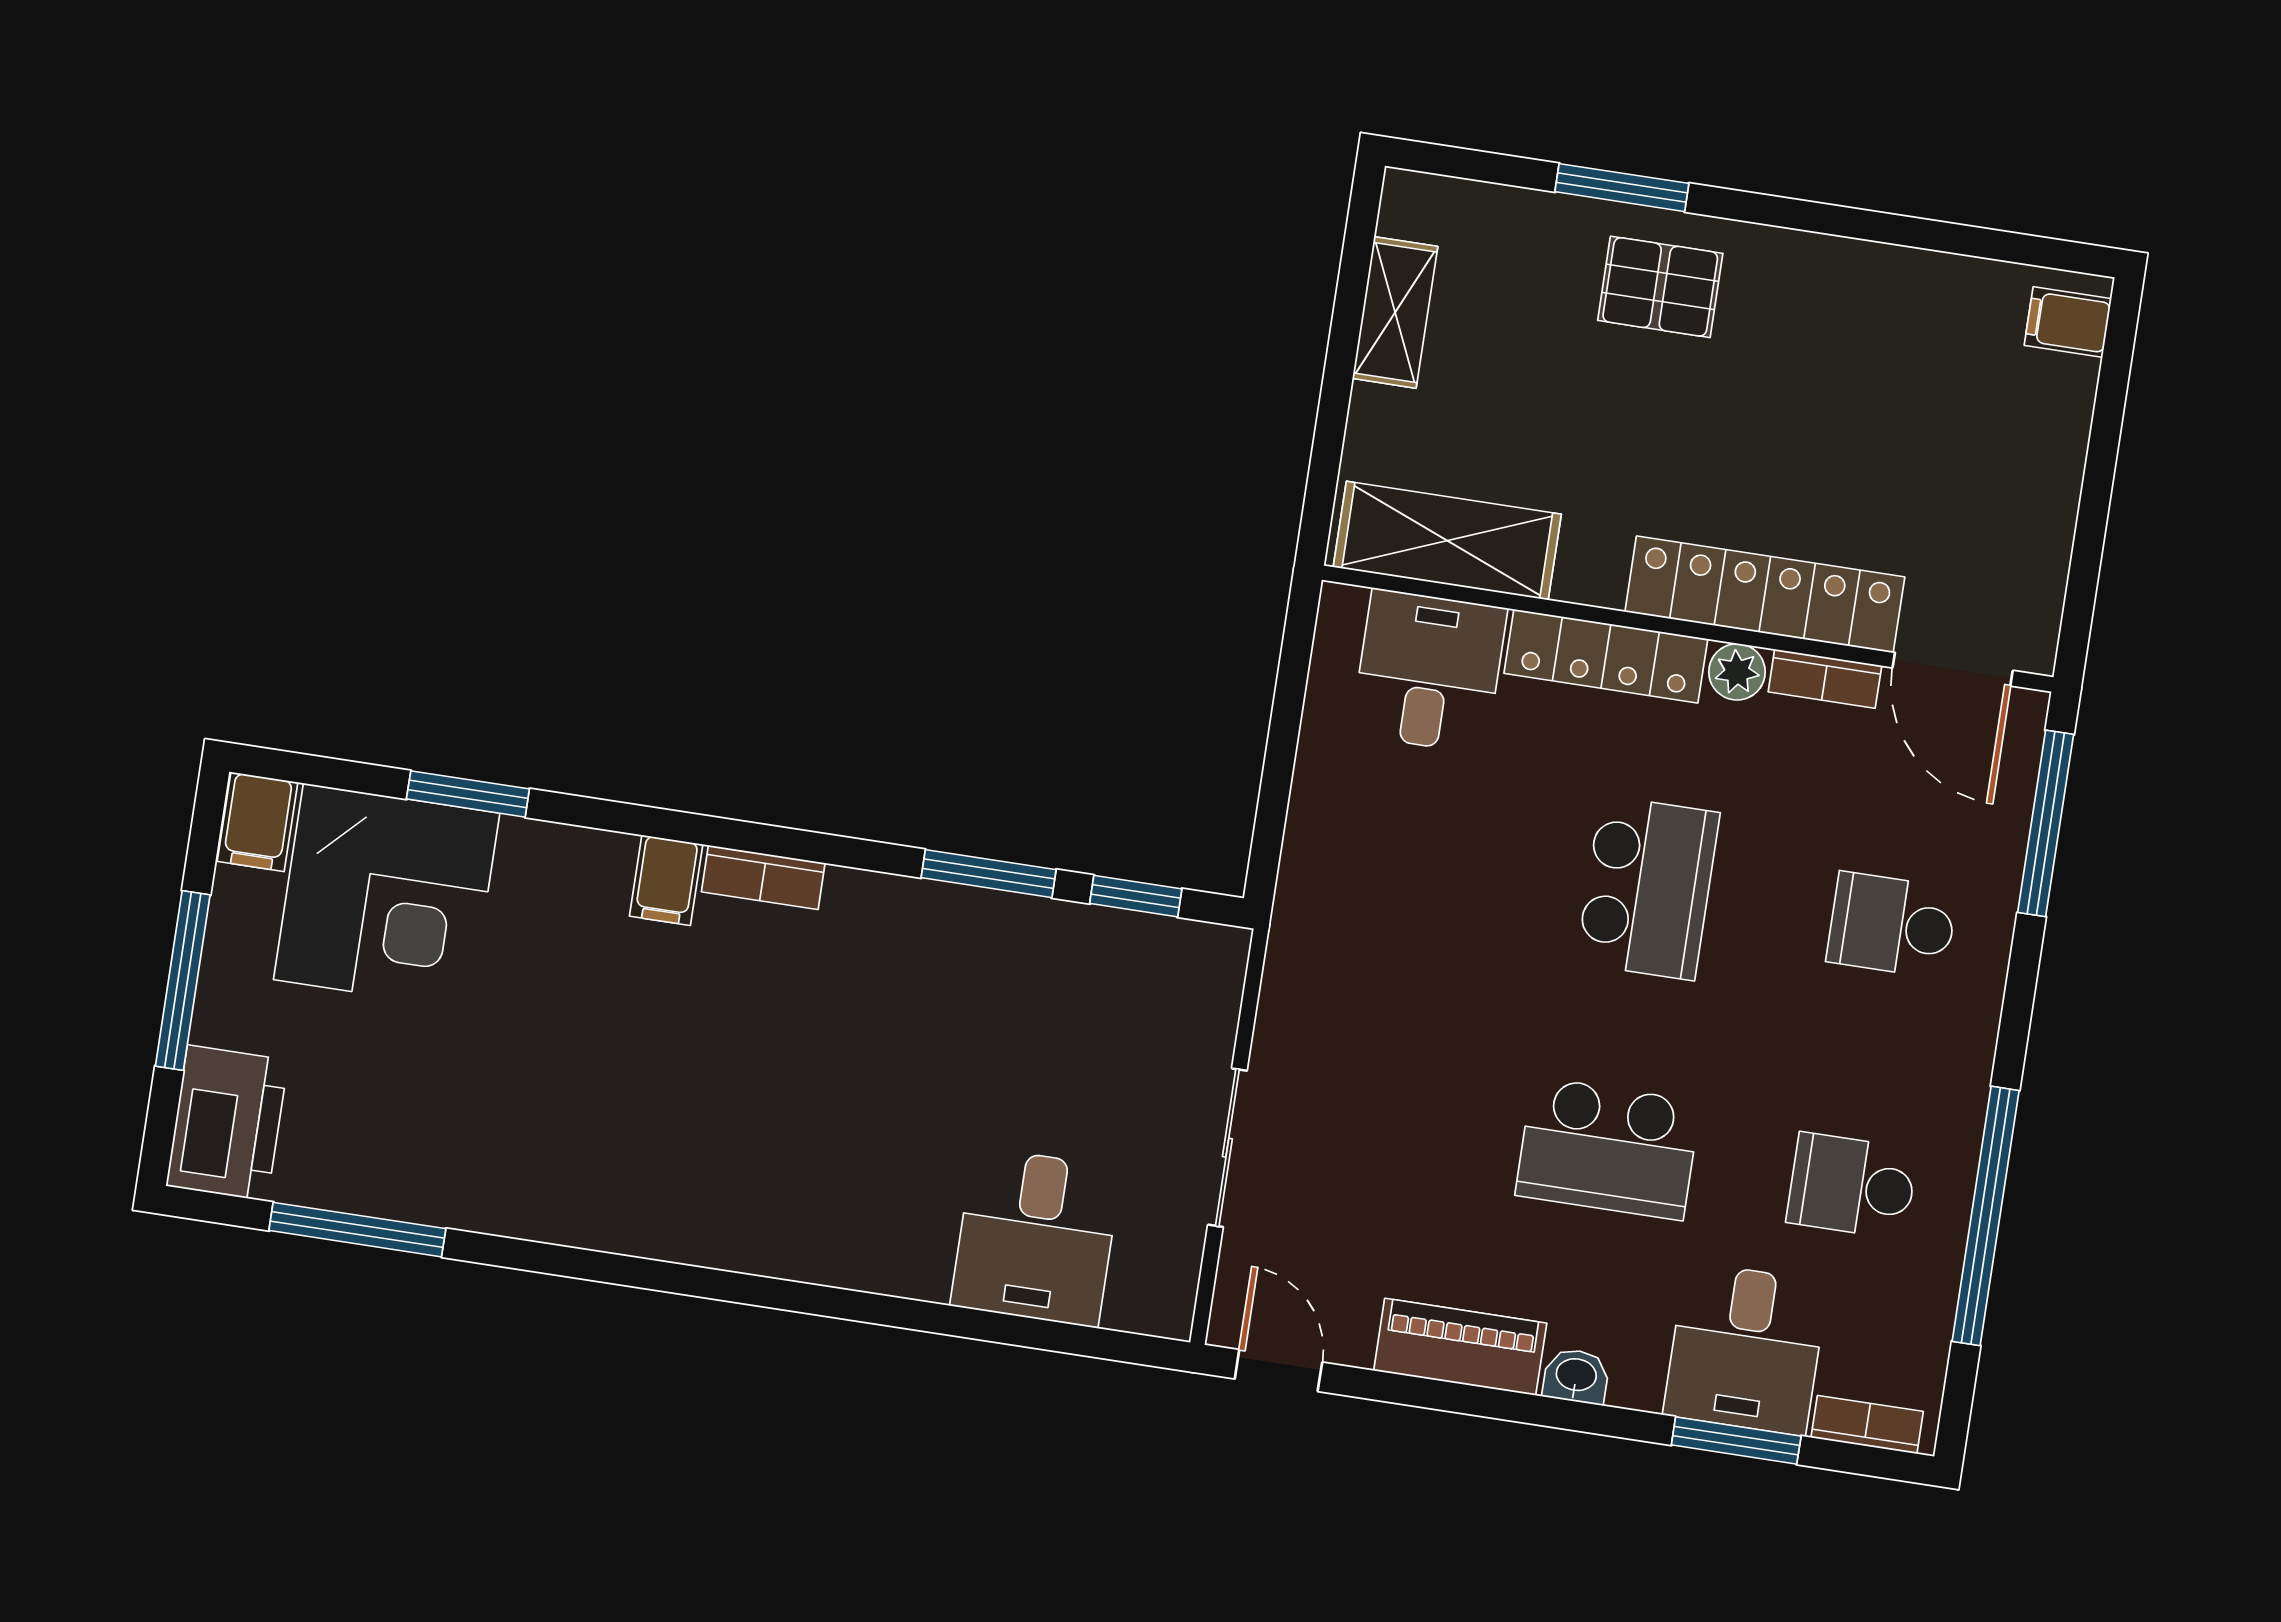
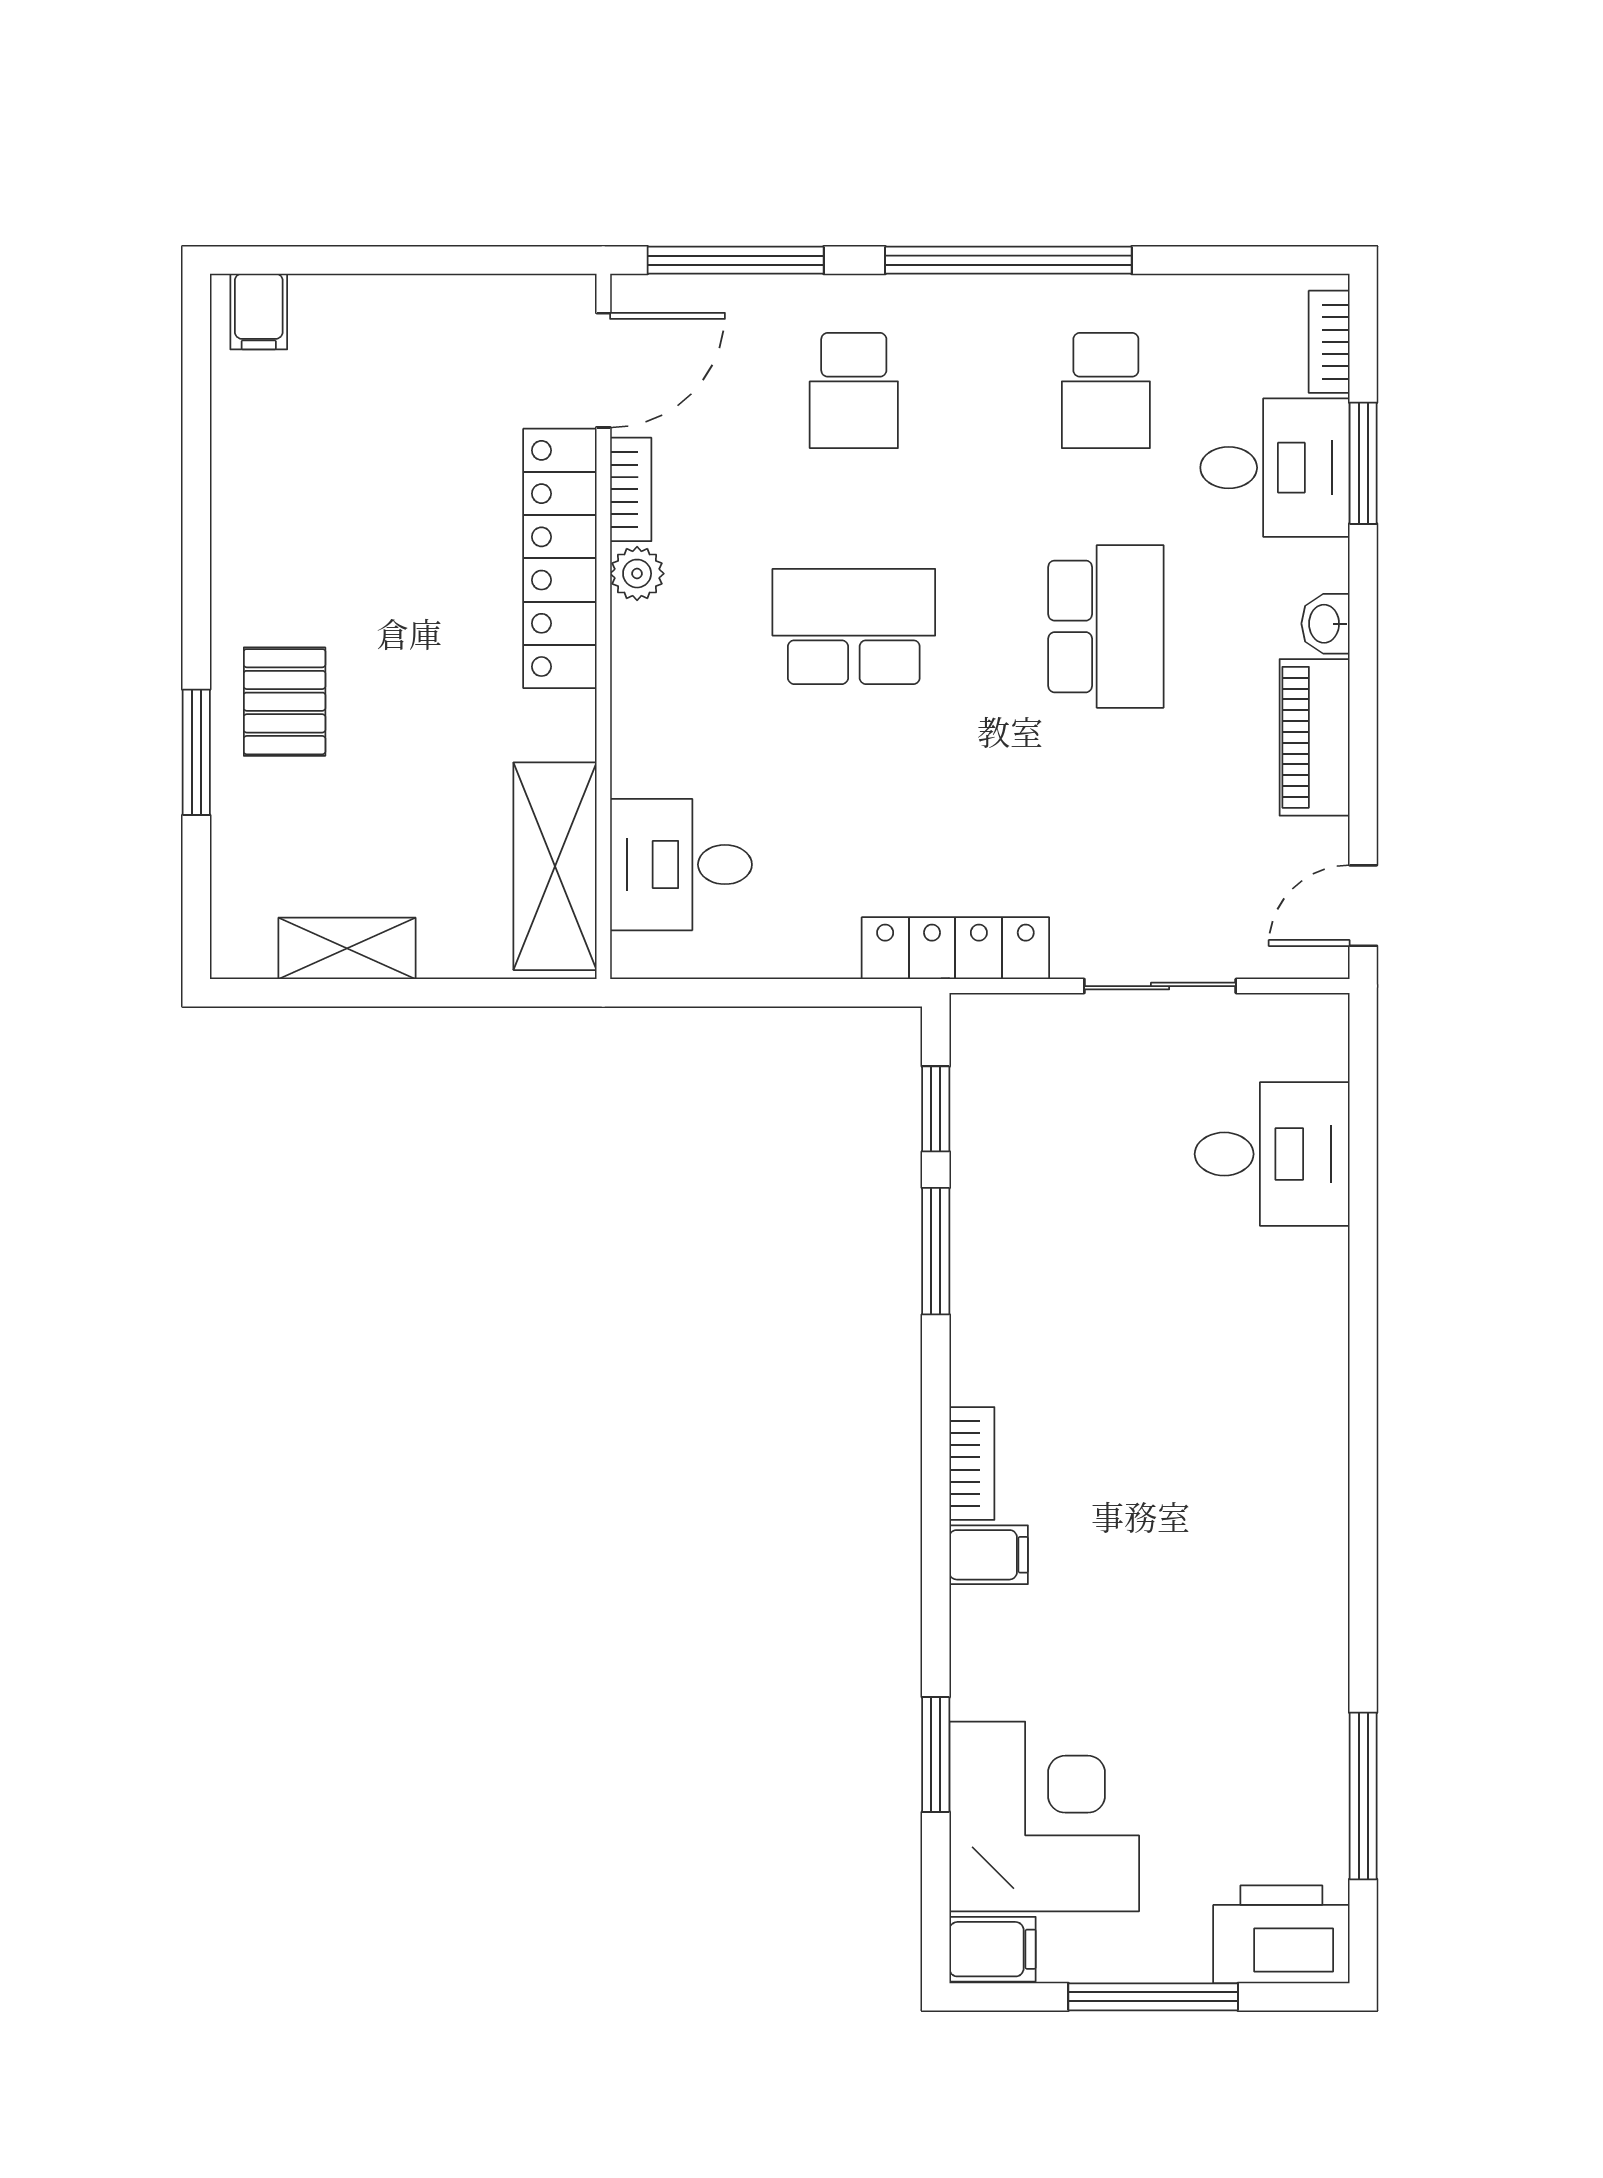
locker: (1606, 656) -> (955, 948), moved, turned -90
window: (1986, 1216) -> (1008, 260), moved

